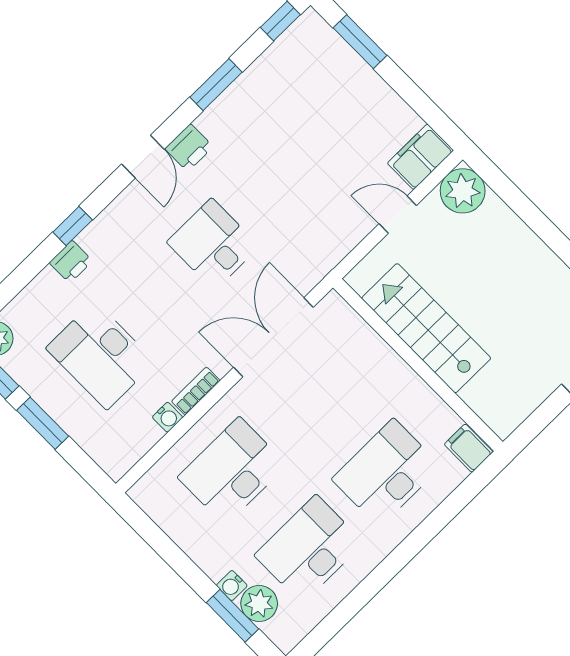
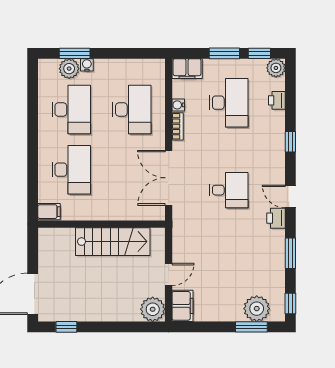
plant: (330, 58) -> (257, 309), added
printer: (71, 262) -> (277, 100), moved
double door: (273, 337) -> (169, 178), swing flipped
desk: (101, 355) -> (229, 103), turned 90
filing cabinet: (110, 452) -> (187, 69), added

